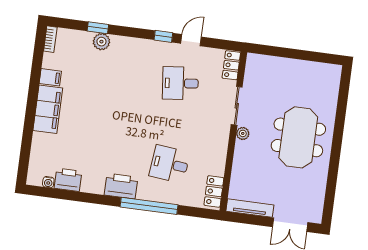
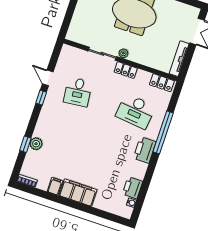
locker: (231, 65) -> (126, 70), moved
desk: (170, 164) -> (135, 111), width x1.37

